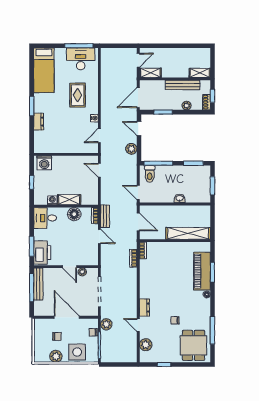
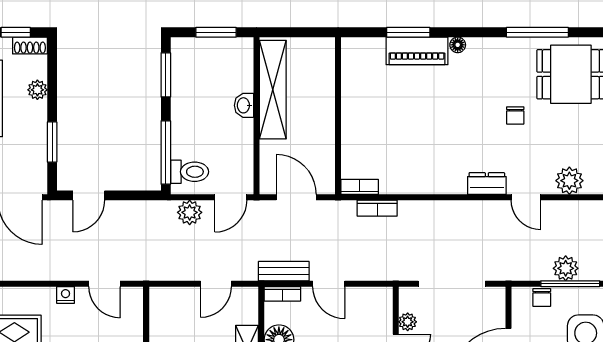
plant: (131, 149) -> (190, 212), moved
door: (99, 170) -> (216, 284), moved
door: (138, 222) -> (296, 197), hinge flipped
shelving: (188, 233) -> (273, 90), moved
door: (99, 236) -> (329, 284), swing flipped
piano: (202, 271) -> (417, 51), width x0.73, depth x0.75
plant: (106, 324) -> (566, 268), moved
door: (138, 325) -> (526, 197), hinge flipped

